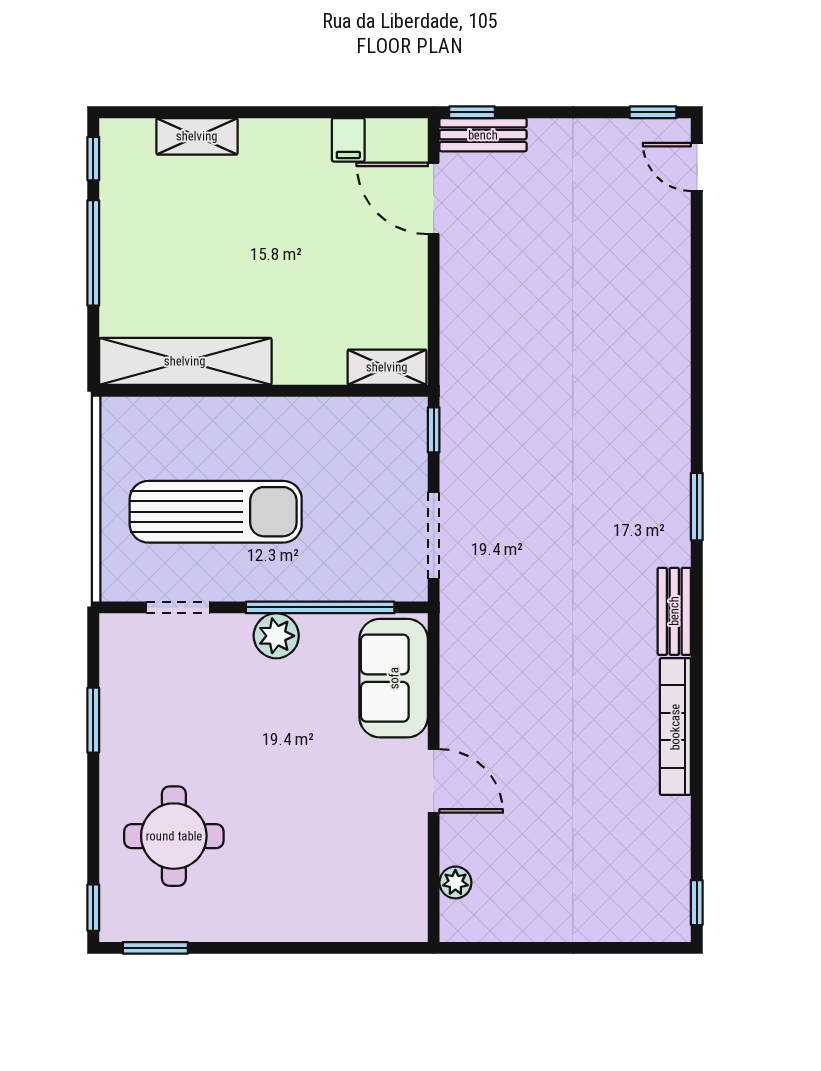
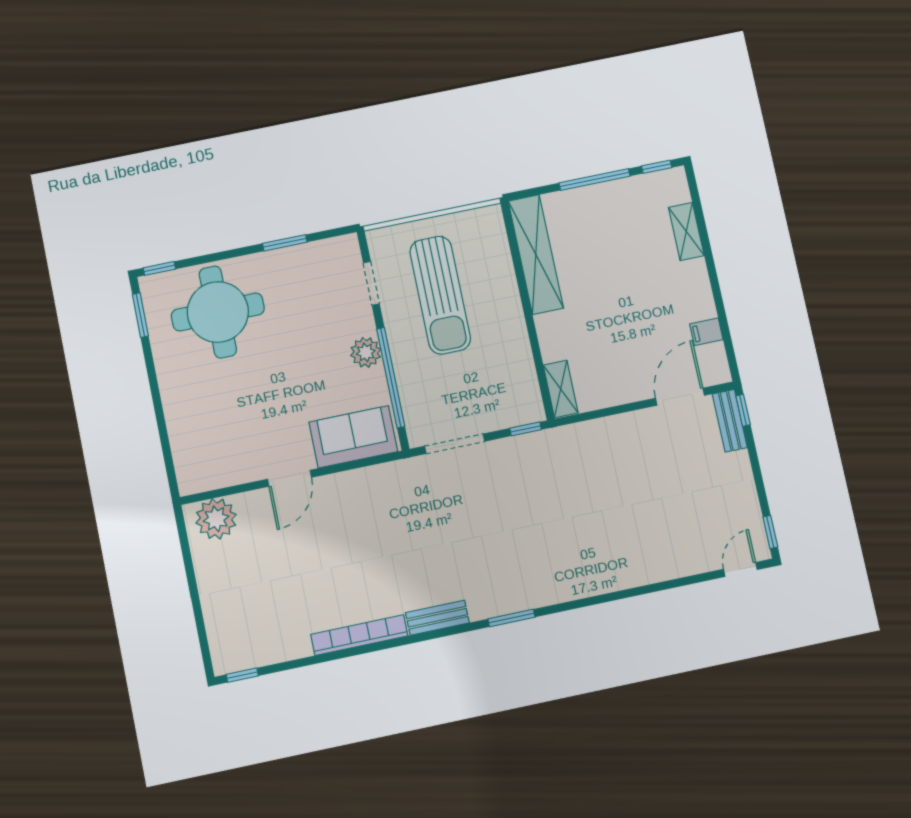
round table: (174, 836) -> (218, 312), width x1.36, depth x1.36
plant: (455, 882) -> (216, 519), width x1.87, depth x1.87

